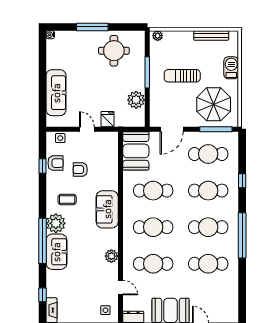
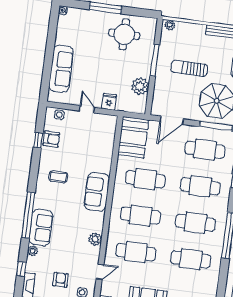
armchair: (80, 170) -> (60, 280), moved, turned 90
plant: (56, 223) -> (33, 251), moved, width x0.53, depth x0.53
door: (120, 288) -> (100, 272), hinge flipped

